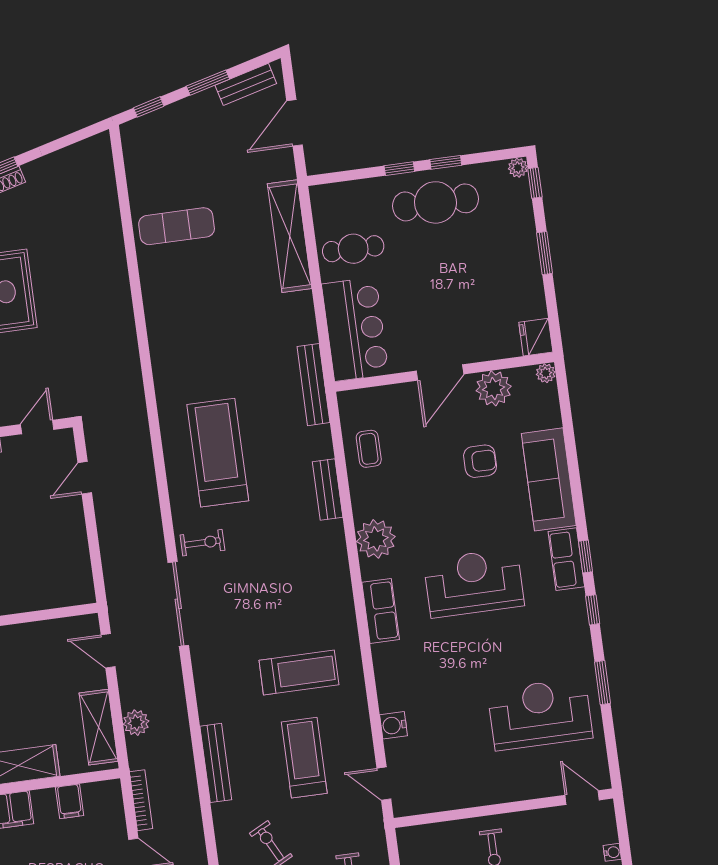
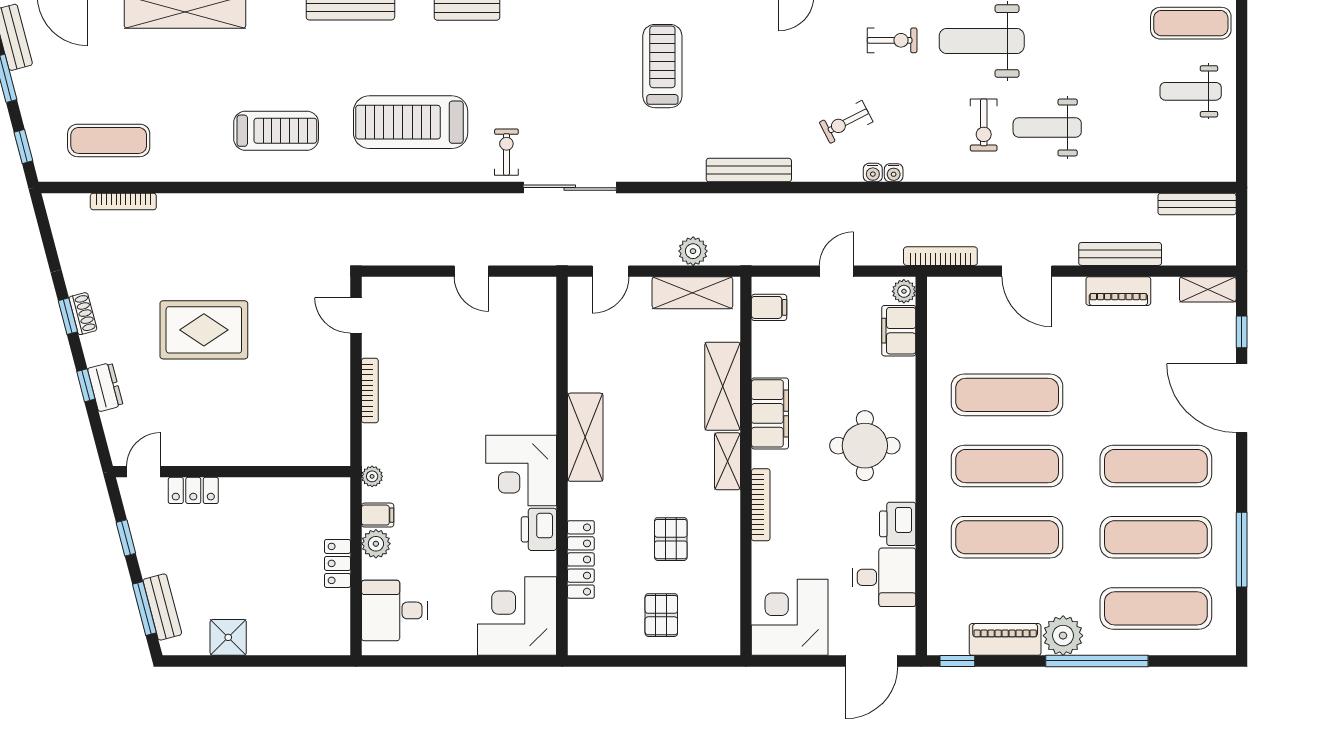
exercise mat: (177, 226) -> (109, 140), moved, turned 90
door: (85, 478) -> (471, 271), moved
treadmill: (304, 758) -> (276, 131), moved, turned 180
bookcase: (141, 800) -> (123, 202), moved, turned 180
filing cabinet: (70, 801) -> (769, 307), moved

